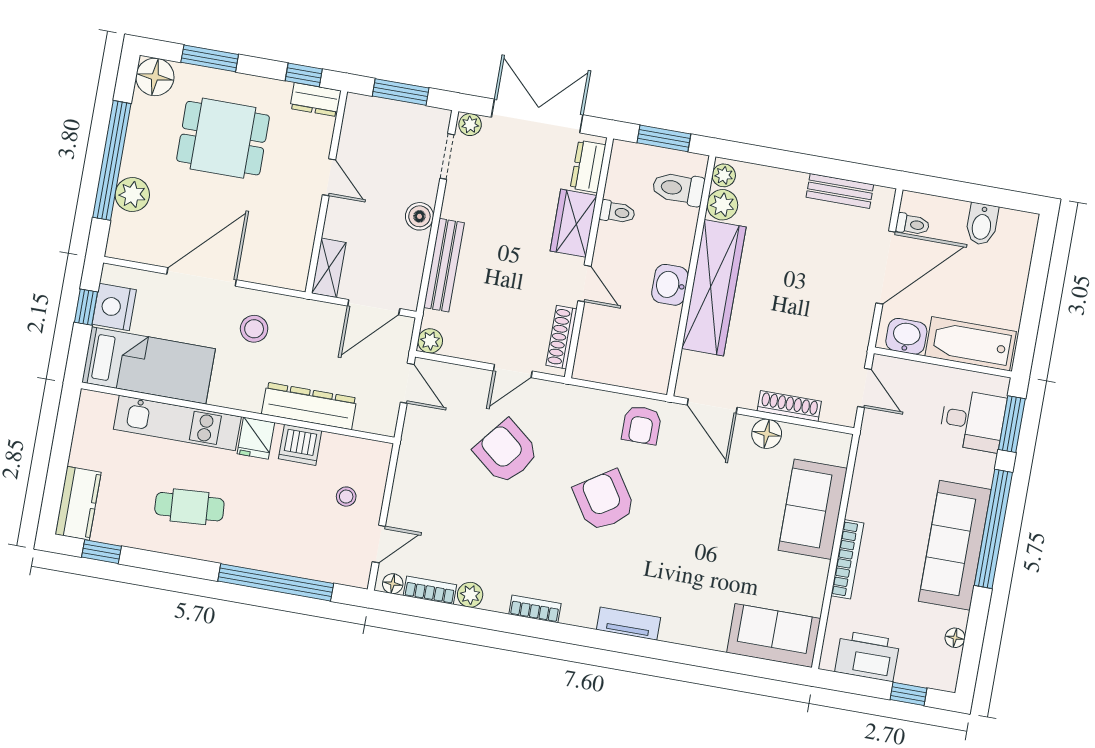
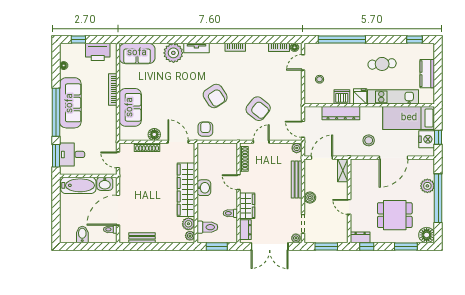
kitchen counter: (78, 503) -> (427, 74), moved
plant: (470, 595) -> (173, 53), moved, width x1.88, depth x1.88

